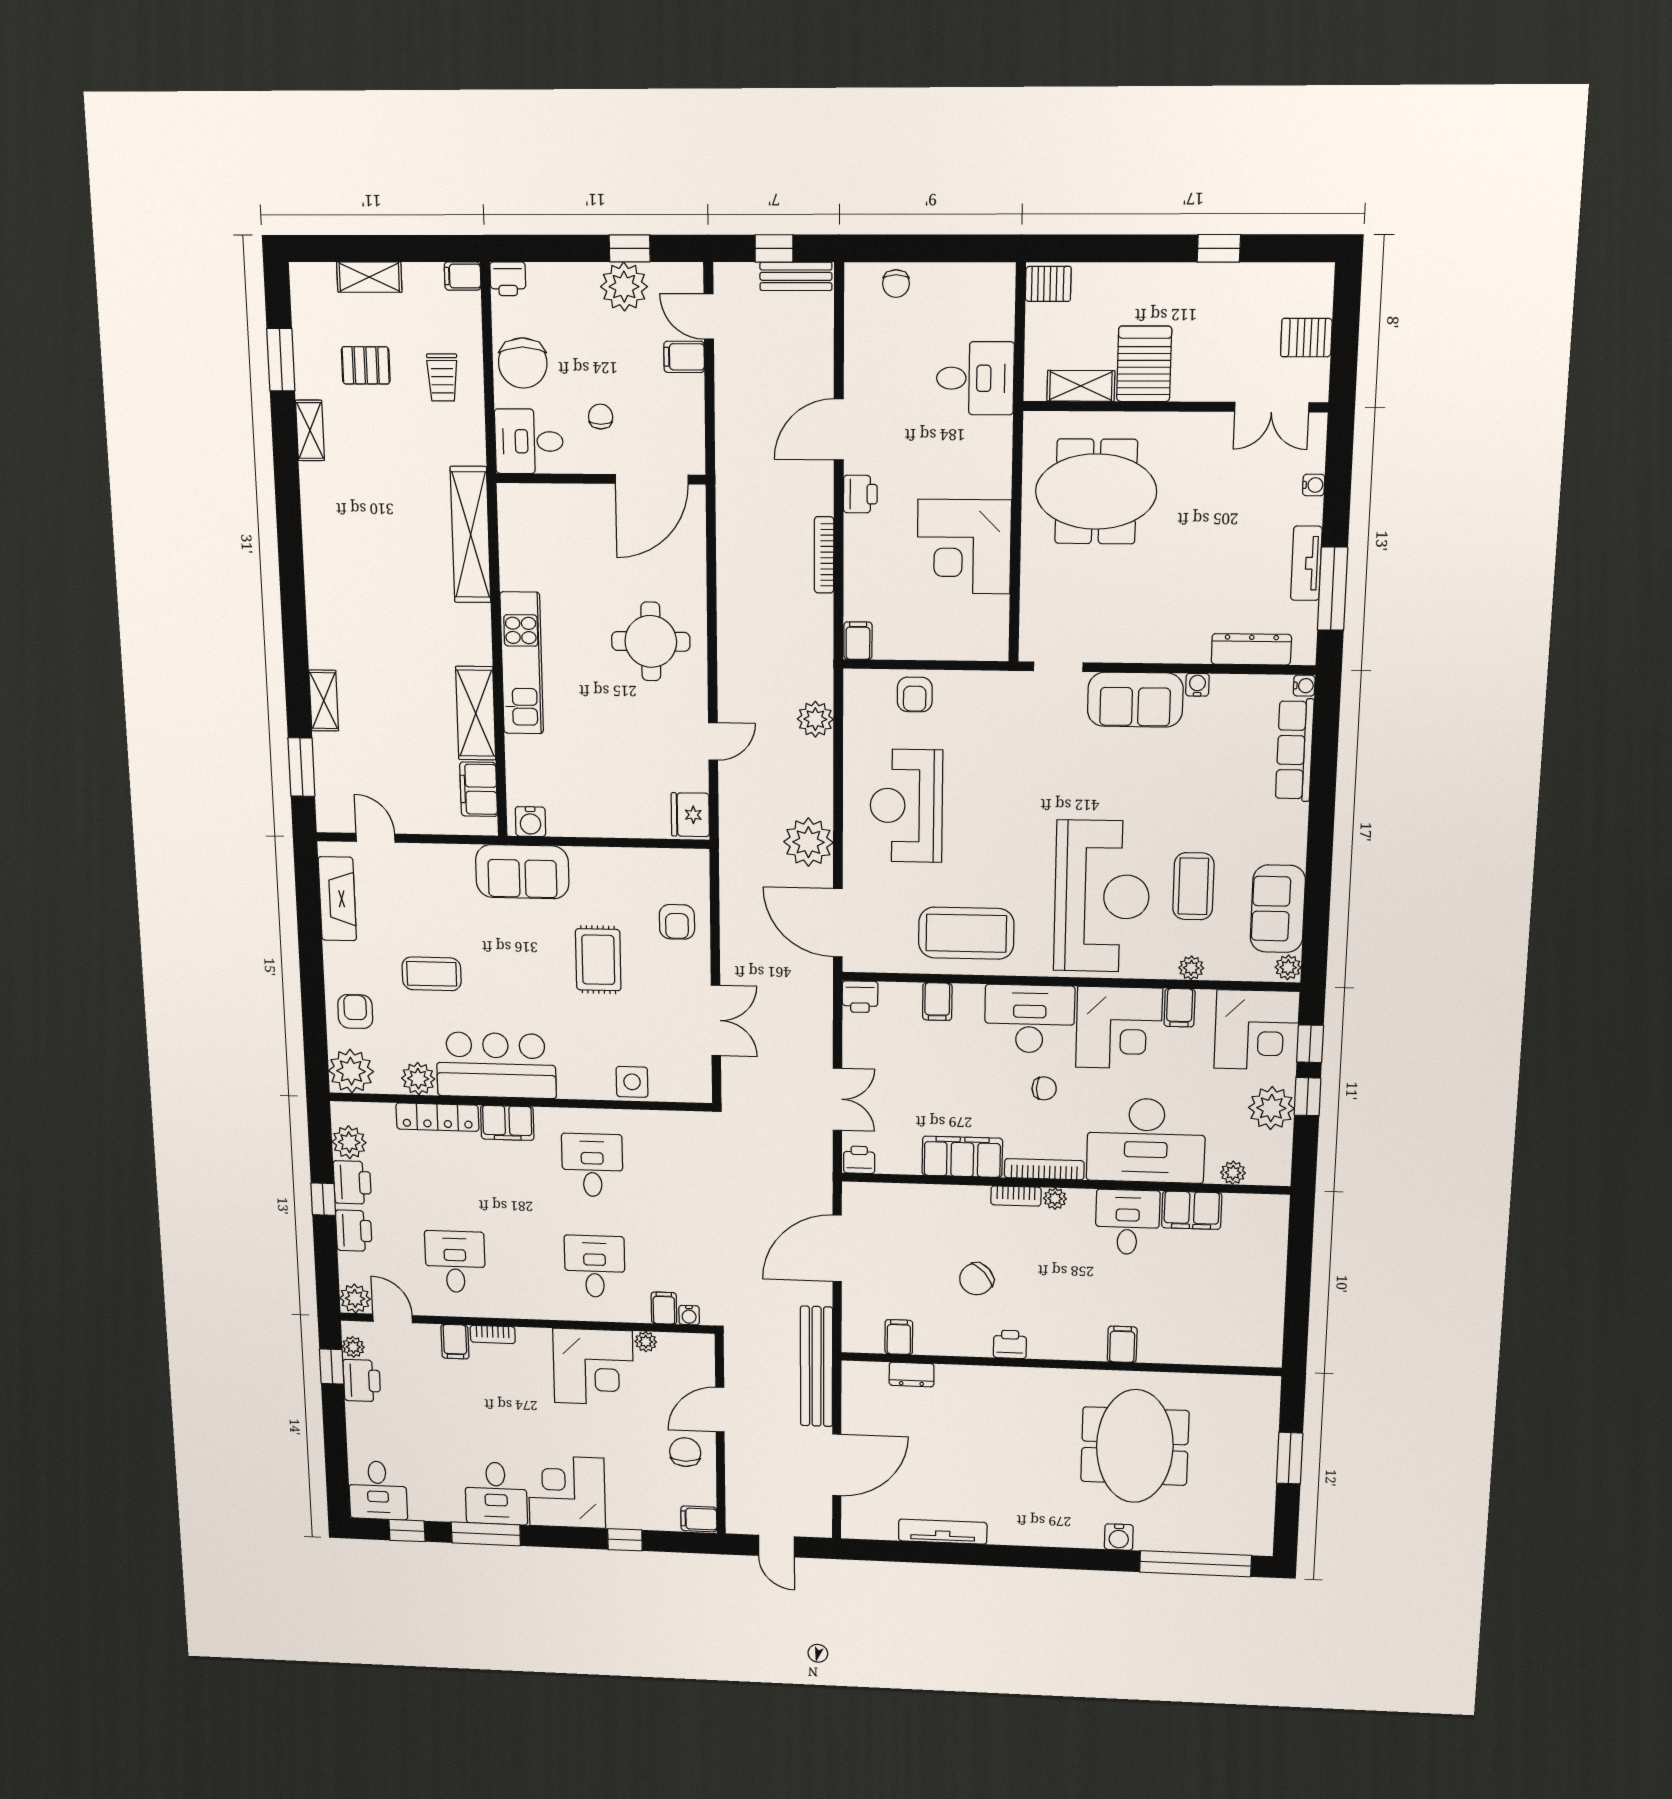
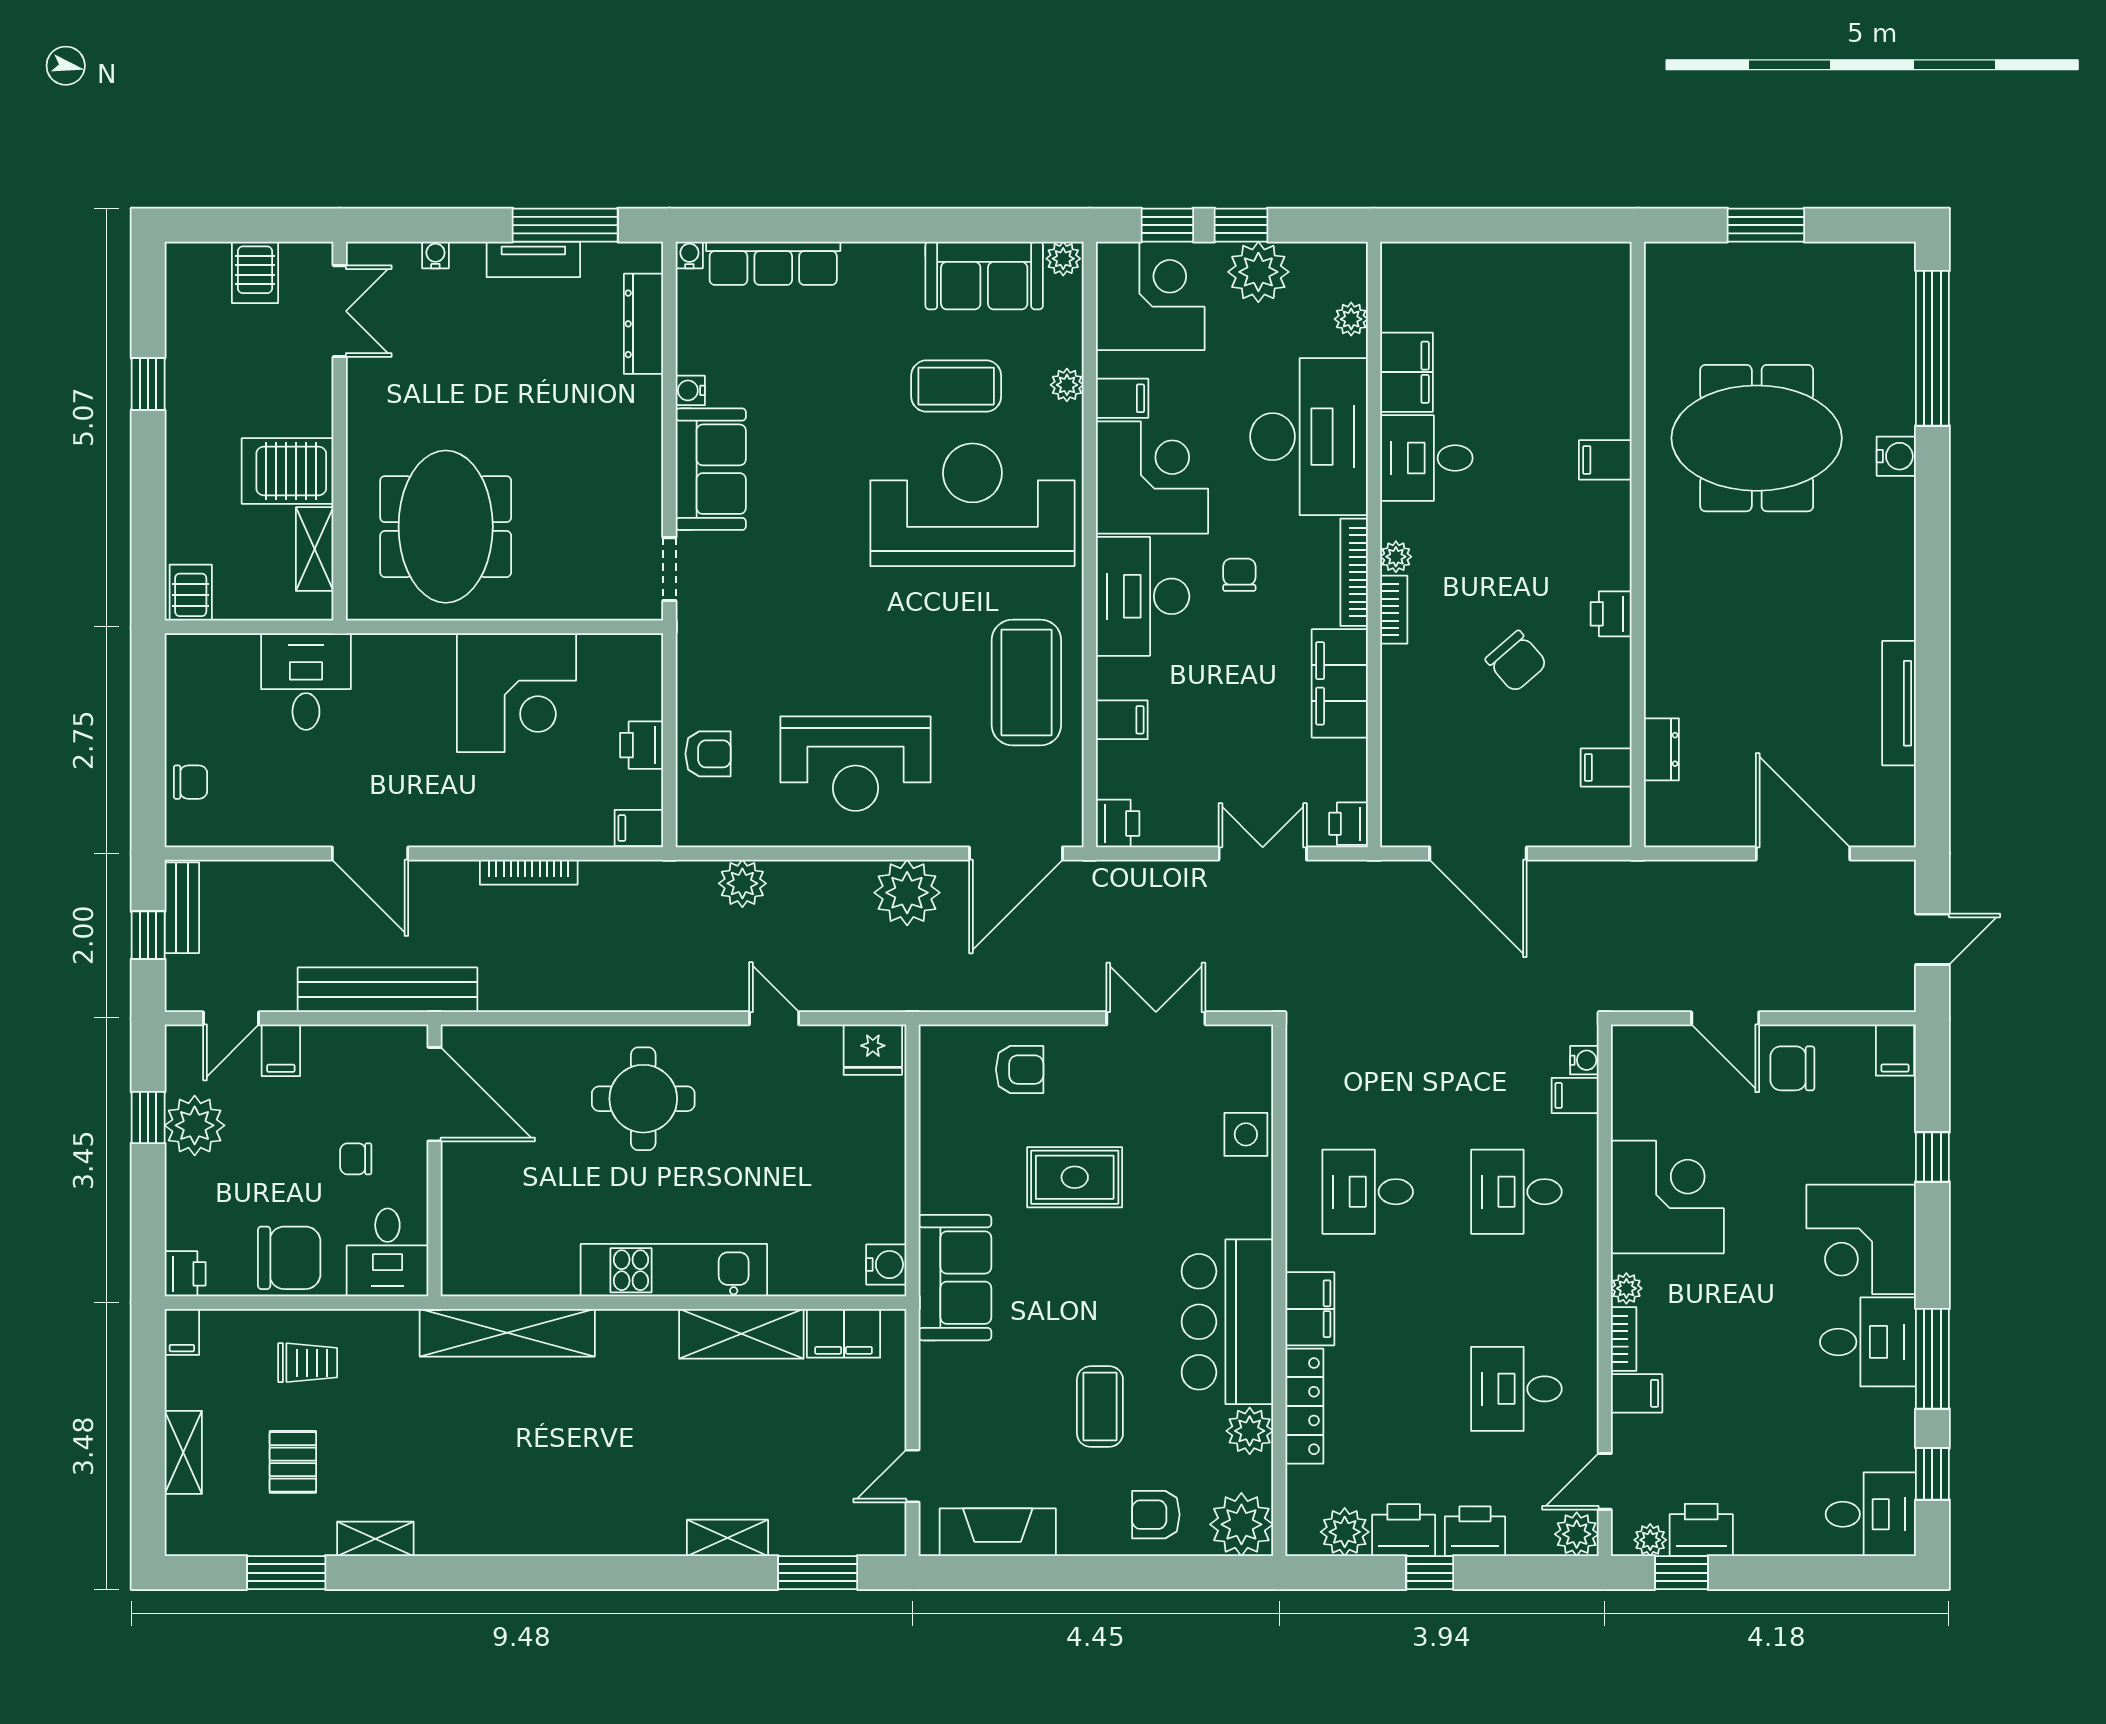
printer: (860, 494) -> (642, 745), moved, turned -90
plant: (646, 1342) -> (1626, 1288), moved
bench: (817, 1367) -> (388, 990), moved

